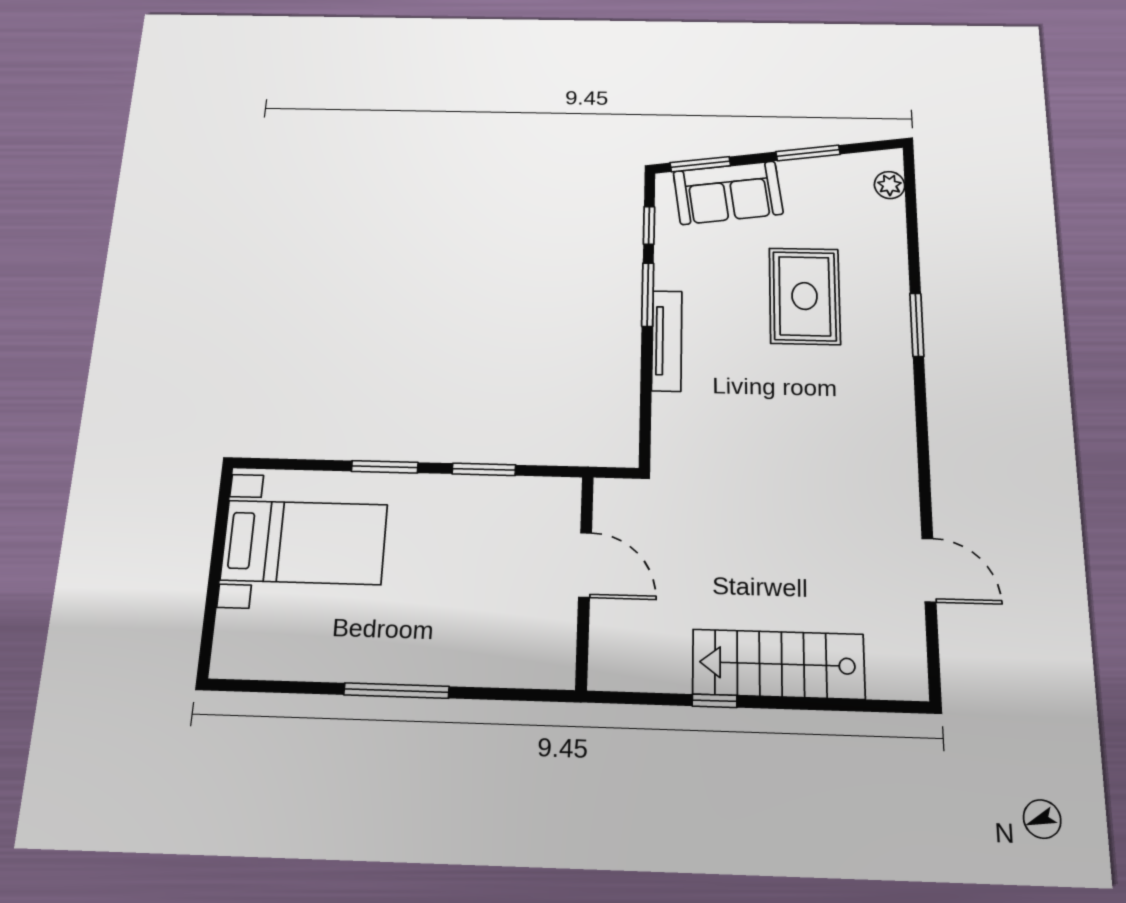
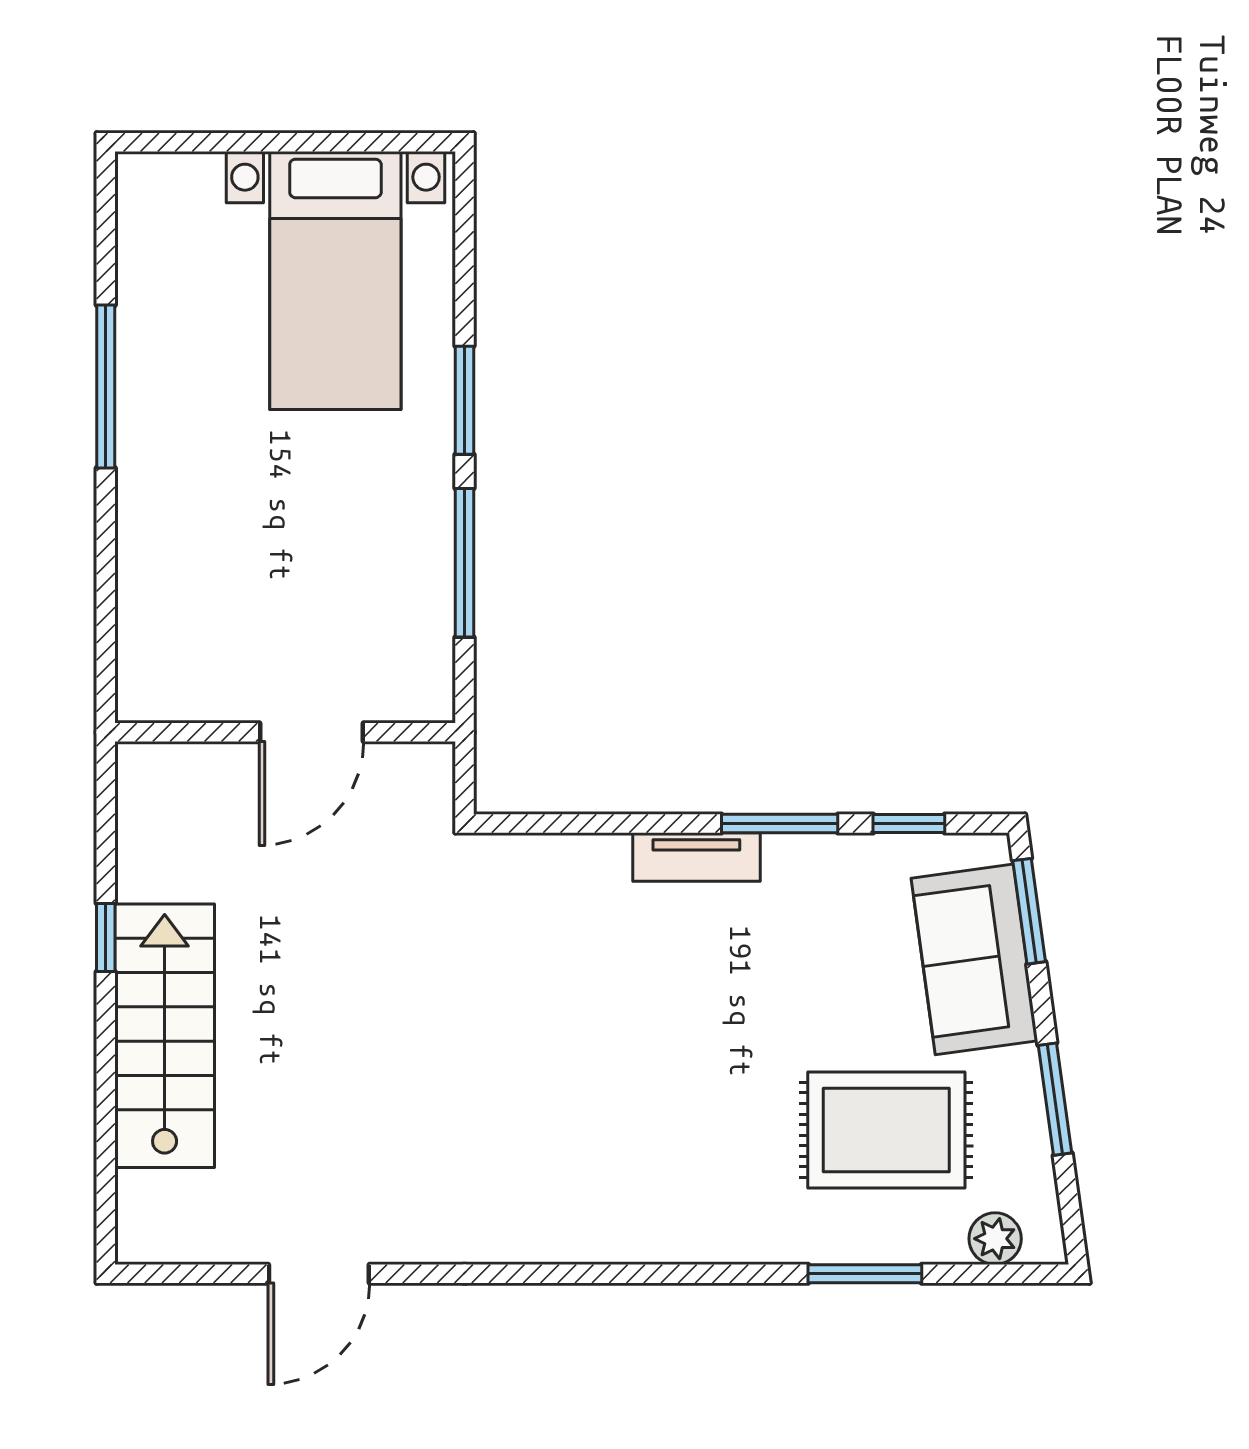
rug: (805, 296) -> (886, 1130), moved
window: (917, 325) -> (865, 1274), moved
tv unit: (667, 341) -> (696, 857), width x0.71
window: (484, 469) -> (465, 563), width x1.44
window: (396, 691) -> (106, 386), moved

